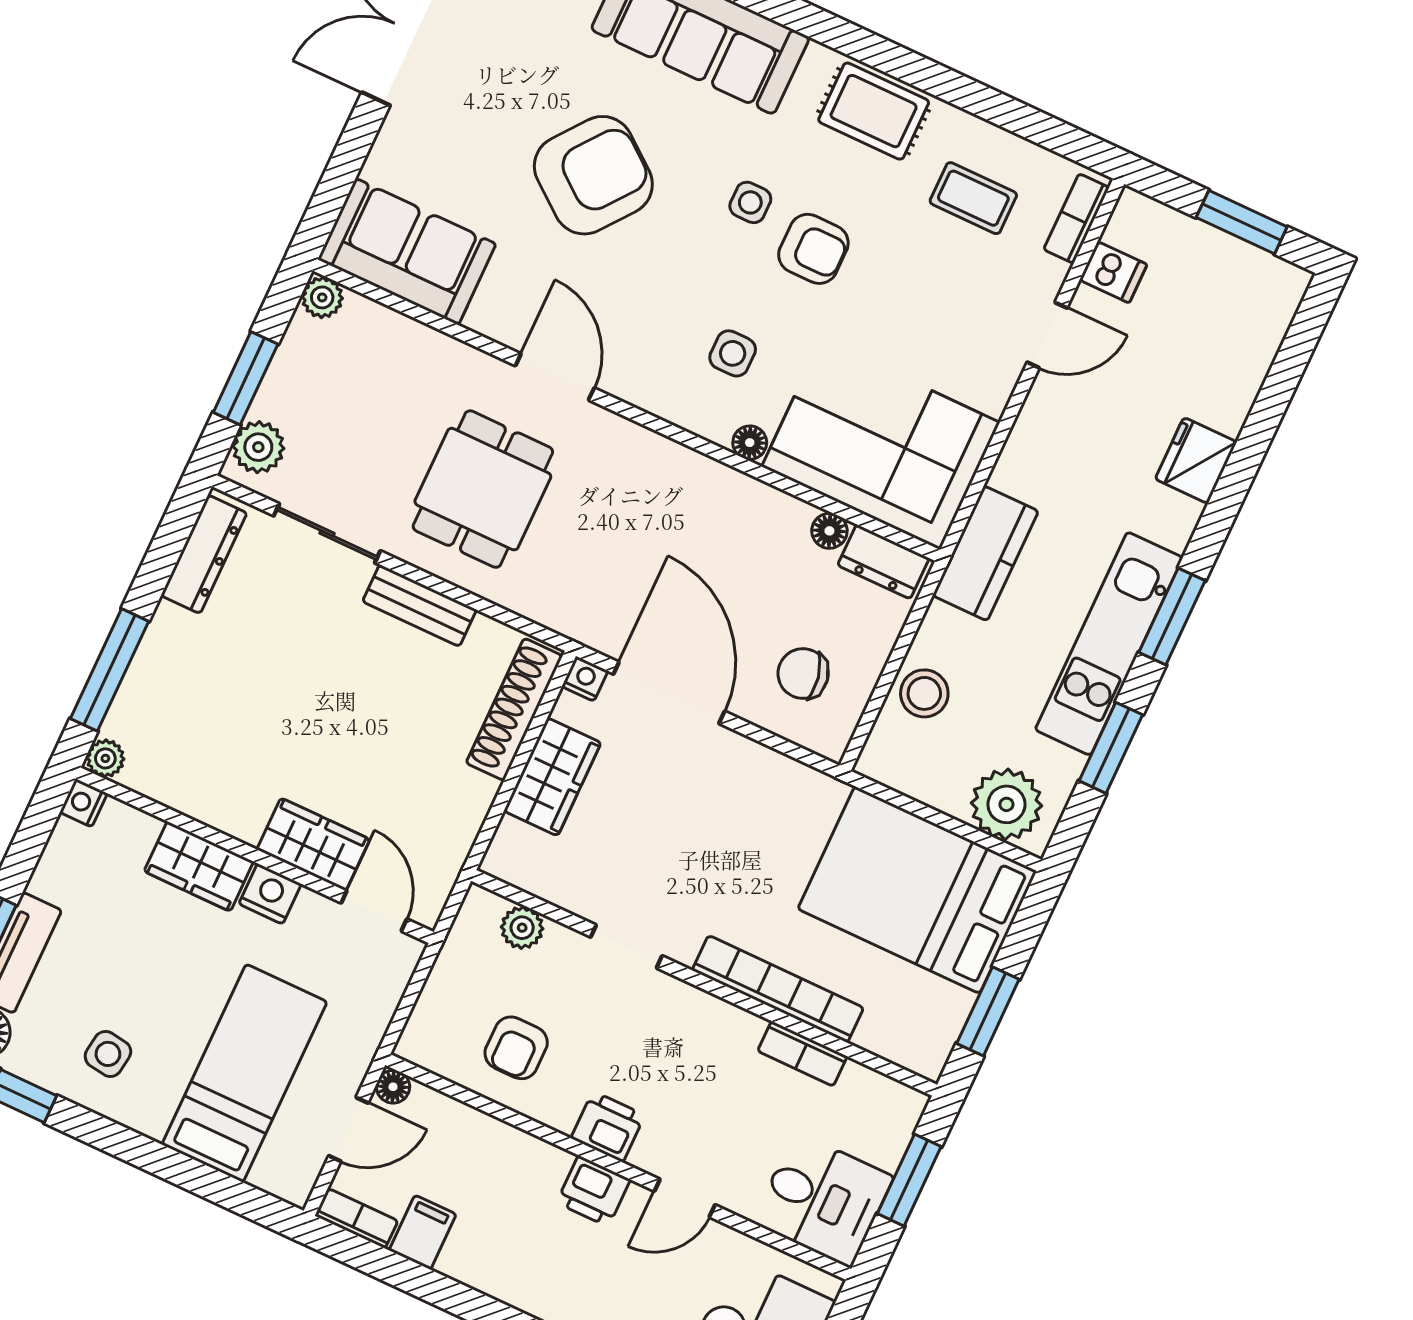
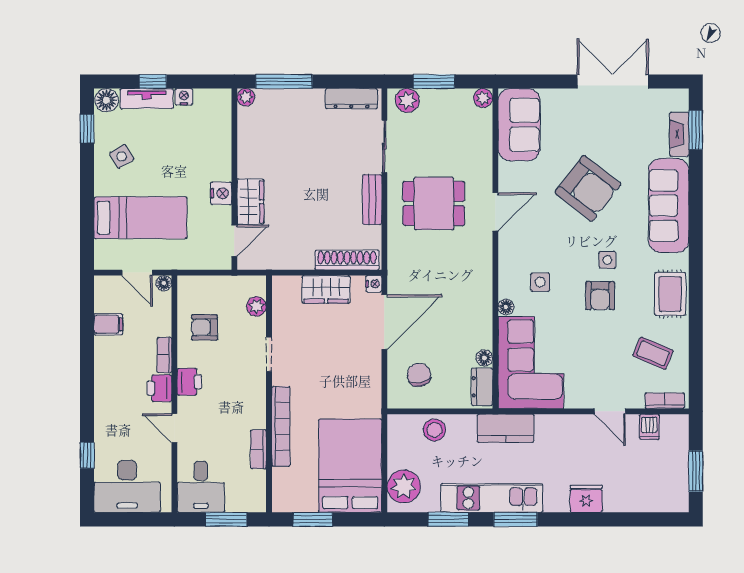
coffee table: (973, 198) -> (653, 353), turned -67
nightstand: (84, 803) -> (184, 97), moved
wardrobe: (199, 866) -> (219, 158), removed
side table: (108, 1054) -> (122, 156), turned -38
bookcase: (357, 1219) -> (164, 355), moved, turned 180

